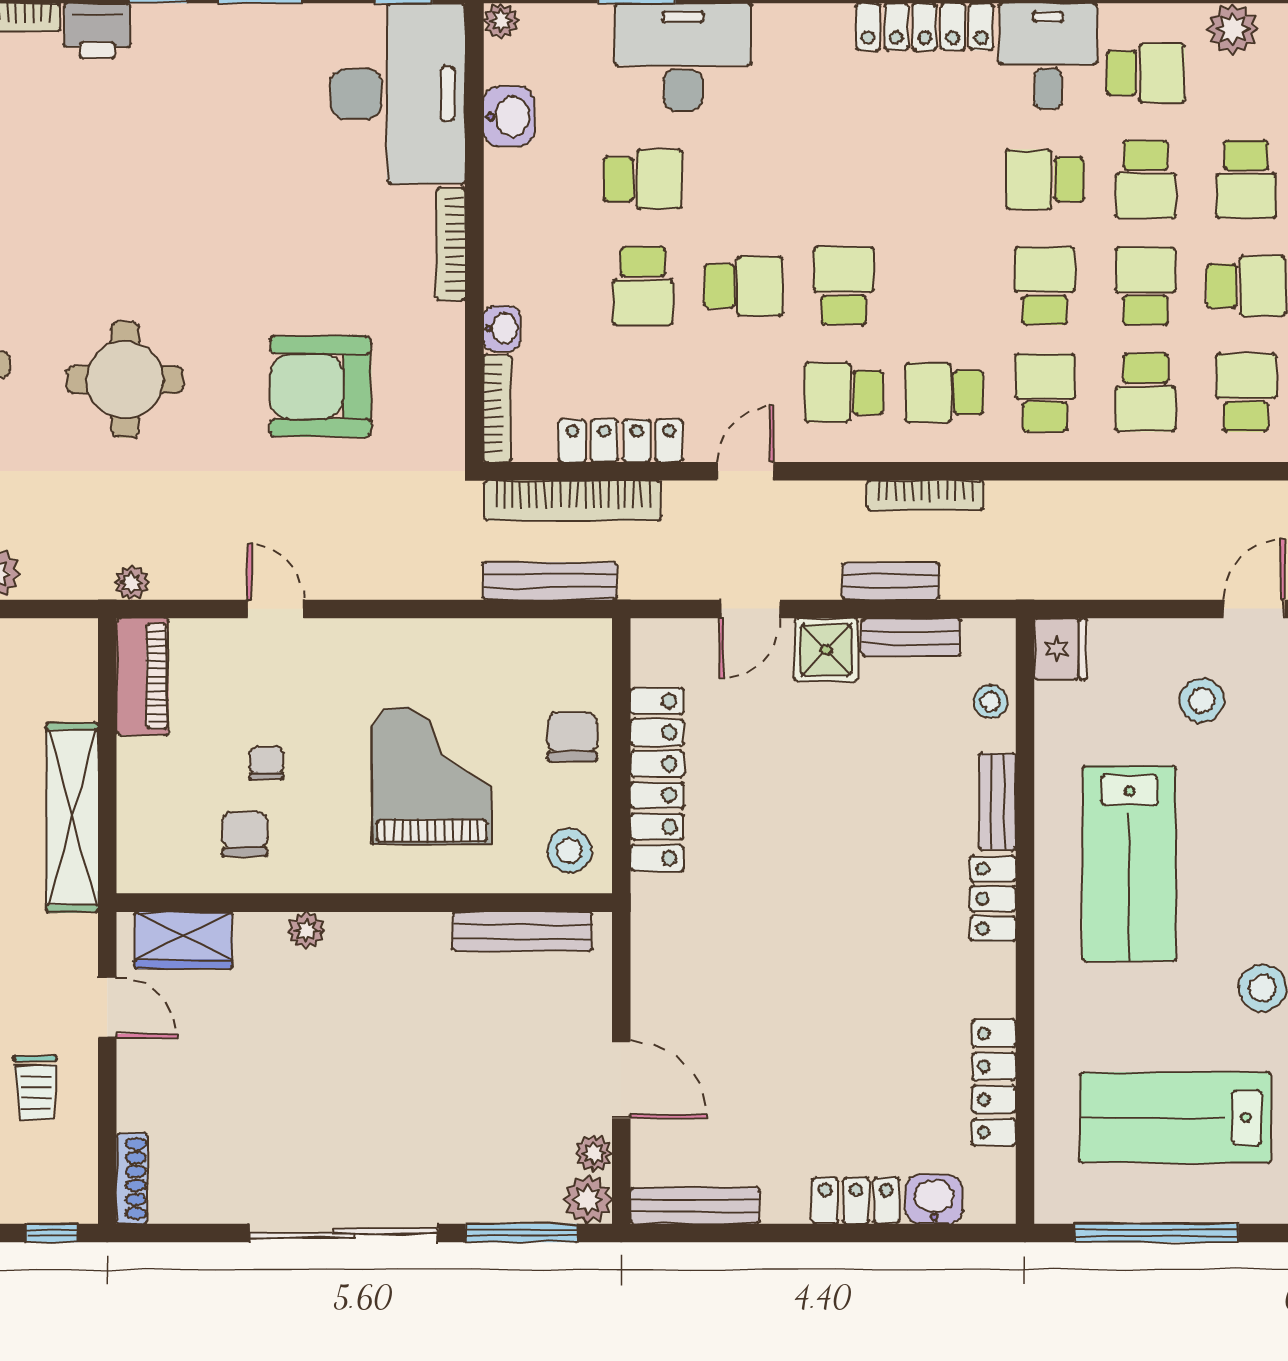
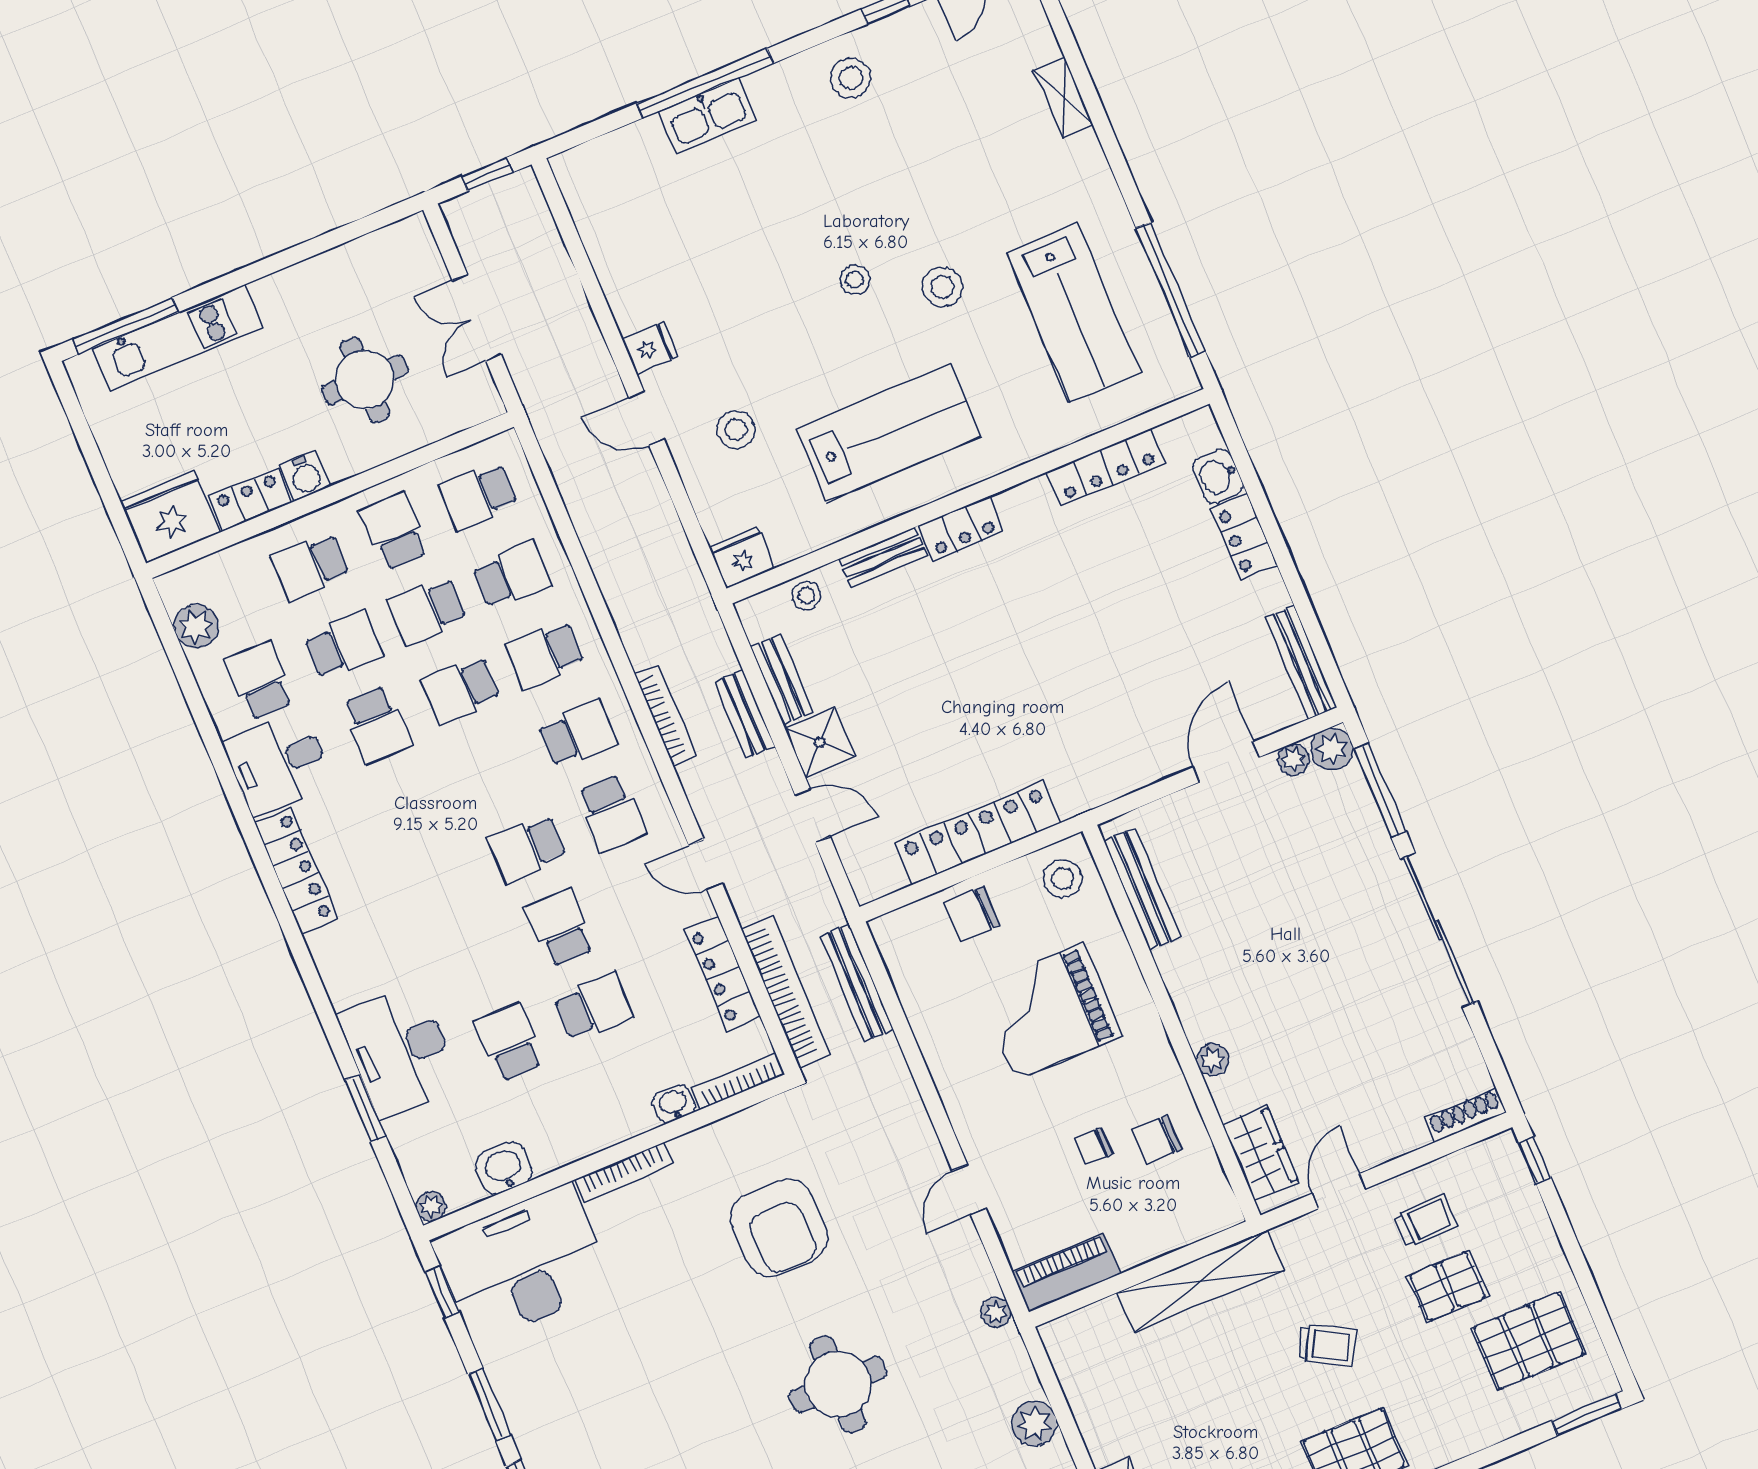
school desk: (1246, 179) -> (310, 566), turned 180
school desk: (945, 393) -> (578, 734), turned -90

